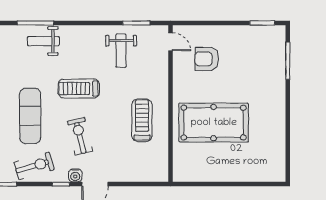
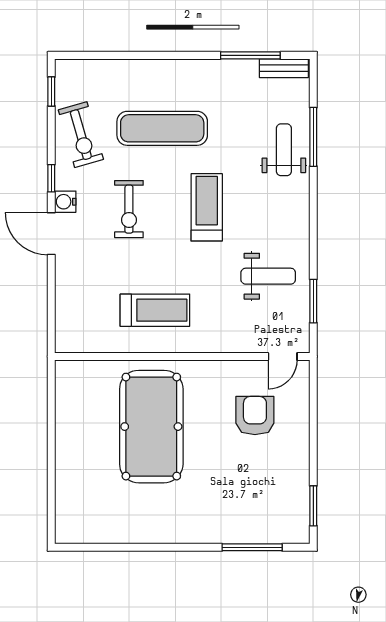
weight bench: (121, 51) -> (268, 276), turned 180
exercise bike: (80, 136) -> (129, 209), turned 103

